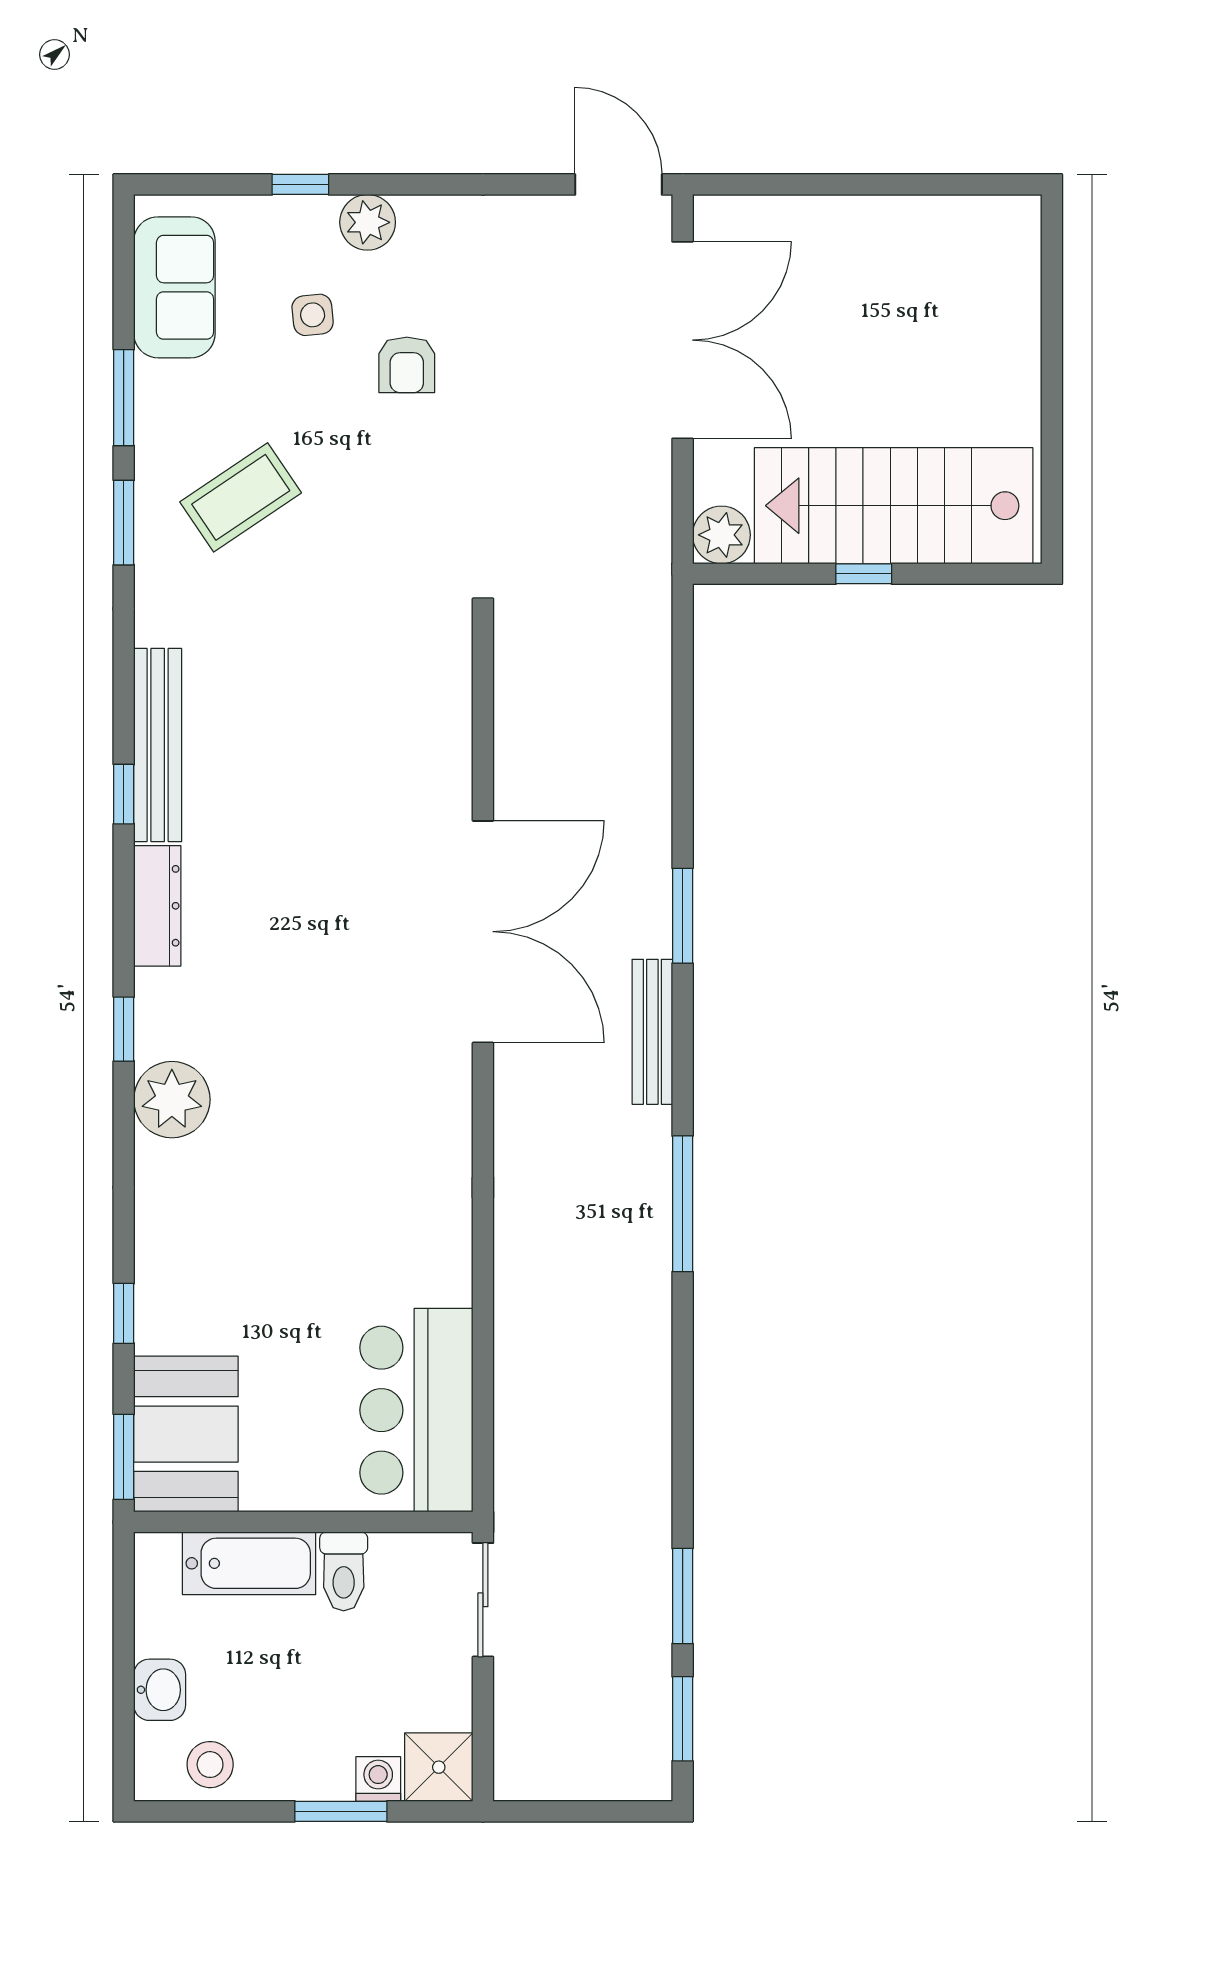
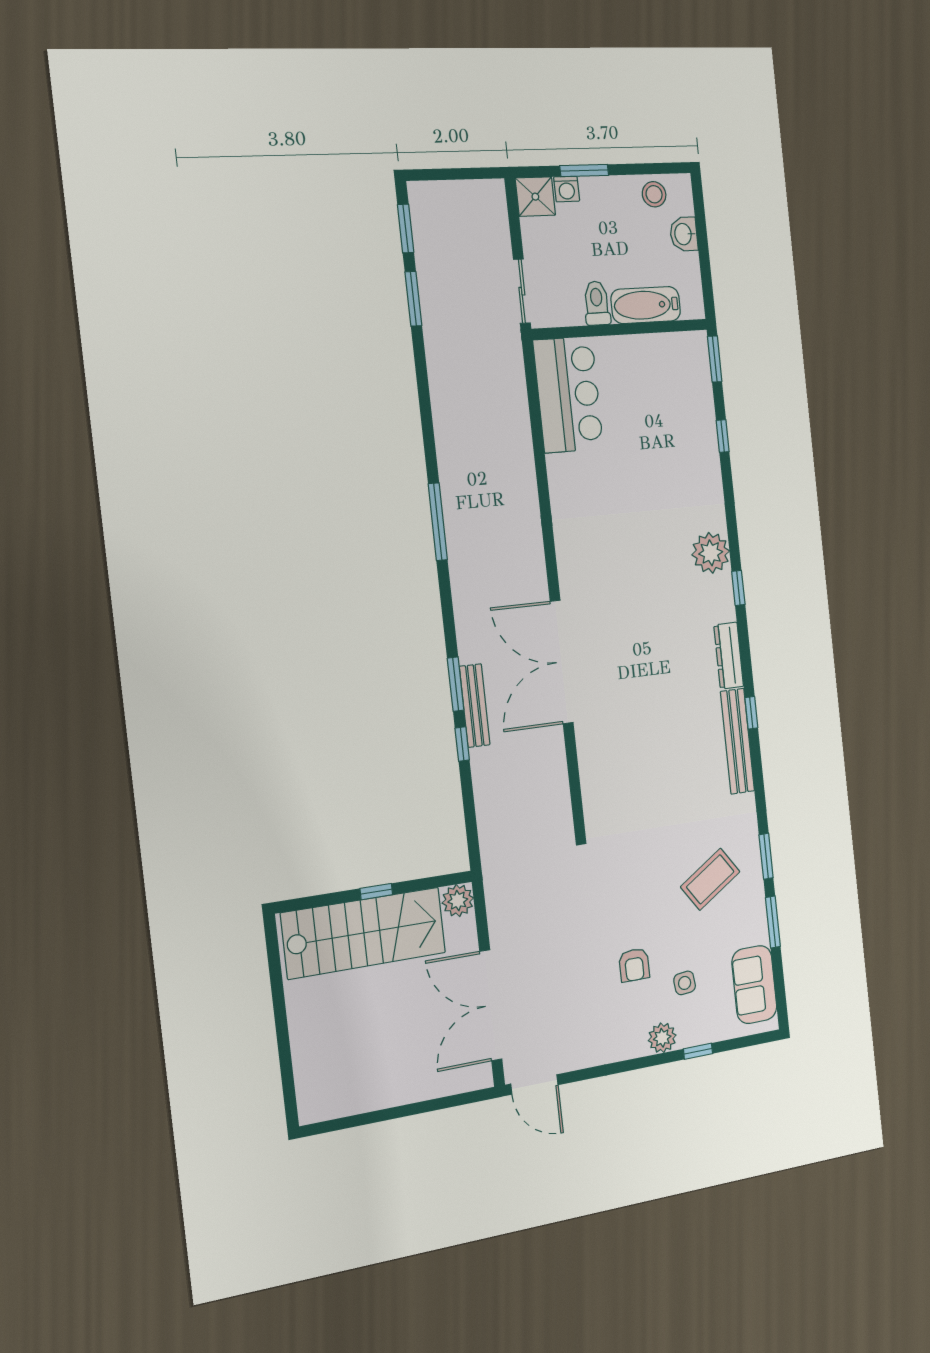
armchair: (407, 365) -> (634, 965), turned 180
window: (683, 809) -> (462, 744), added
bench: (652, 1032) -> (475, 706), moved
booth: (186, 1434) -> (685, 373), removed

